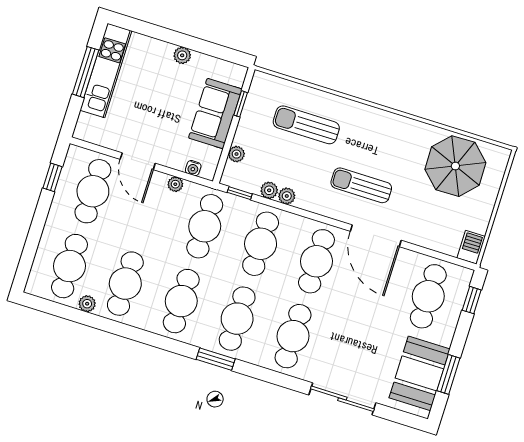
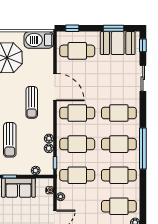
door: (376, 236) -> (55, 87), hinge flipped
barbecue: (471, 247) -> (39, 40), width x1.88, depth x1.53
window: (216, 359) -> (143, 149), width x2.11
sliding door: (342, 399) -> (143, 78), width x0.73
window: (401, 417) -> (143, 45), added

